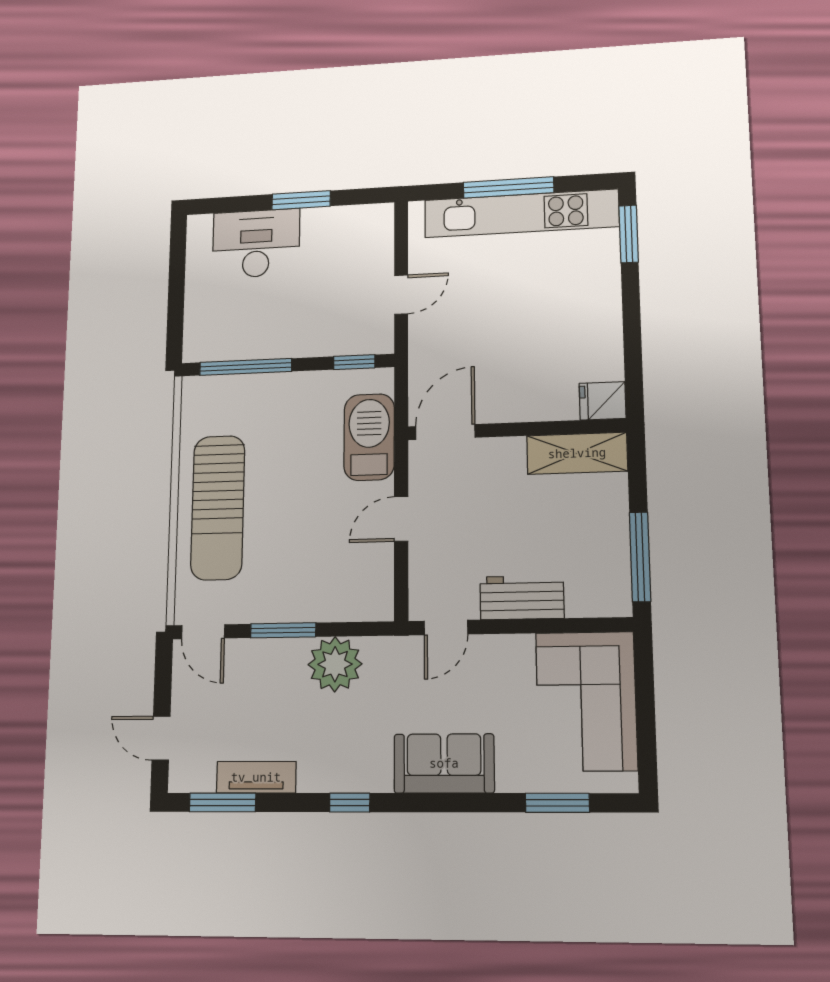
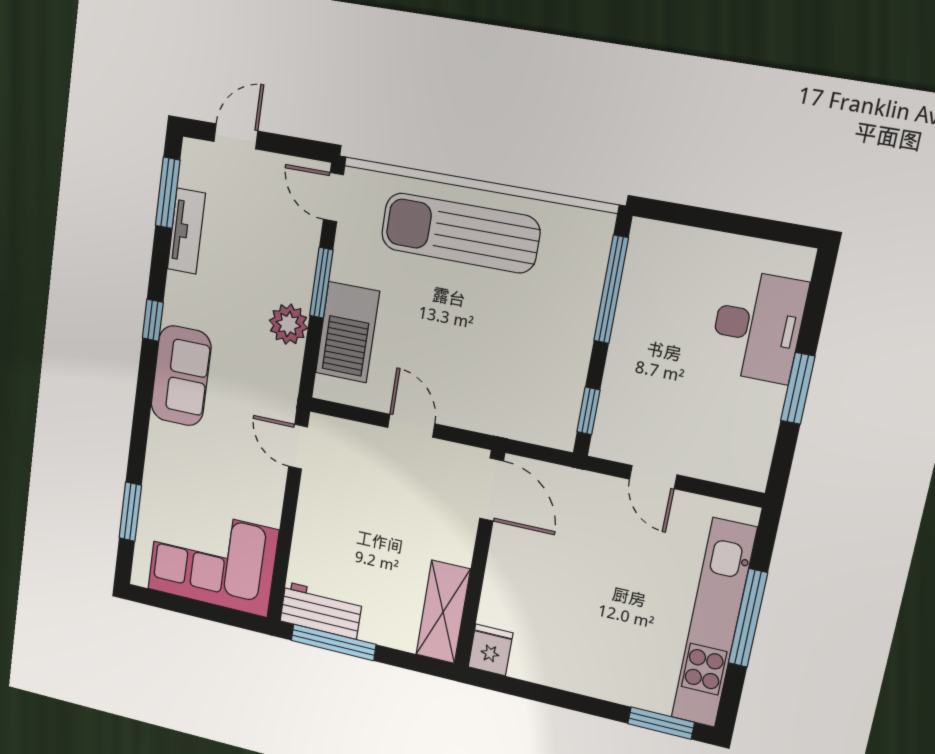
barbecue: (369, 437) -> (347, 332), moved, turned 90
workbench: (522, 598) -> (321, 610), moved, turned -90
door: (203, 632) -> (333, 197), hinge flipped
plant: (335, 664) -> (288, 324), width x0.73, depth x0.73
sofa: (444, 763) -> (181, 376), moved

